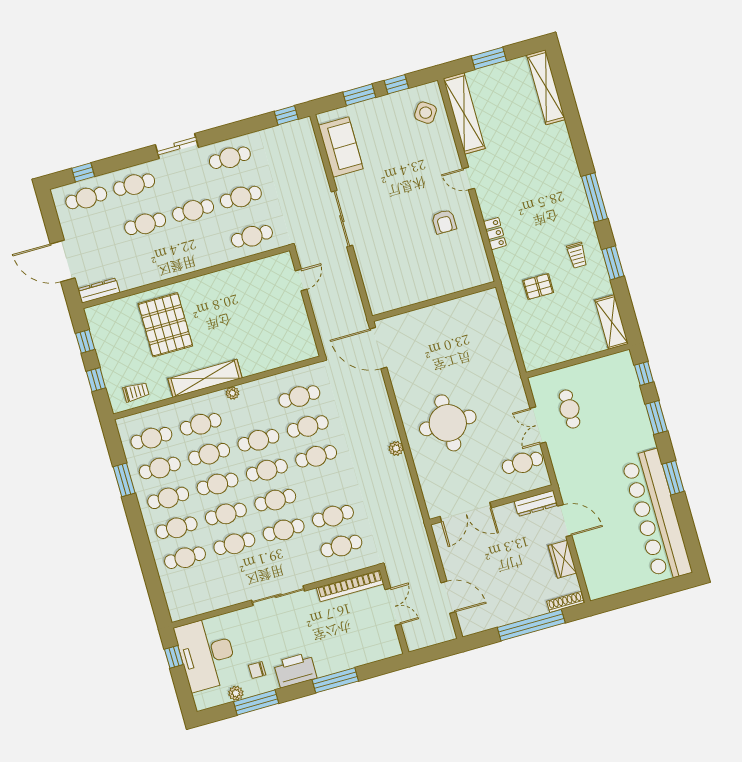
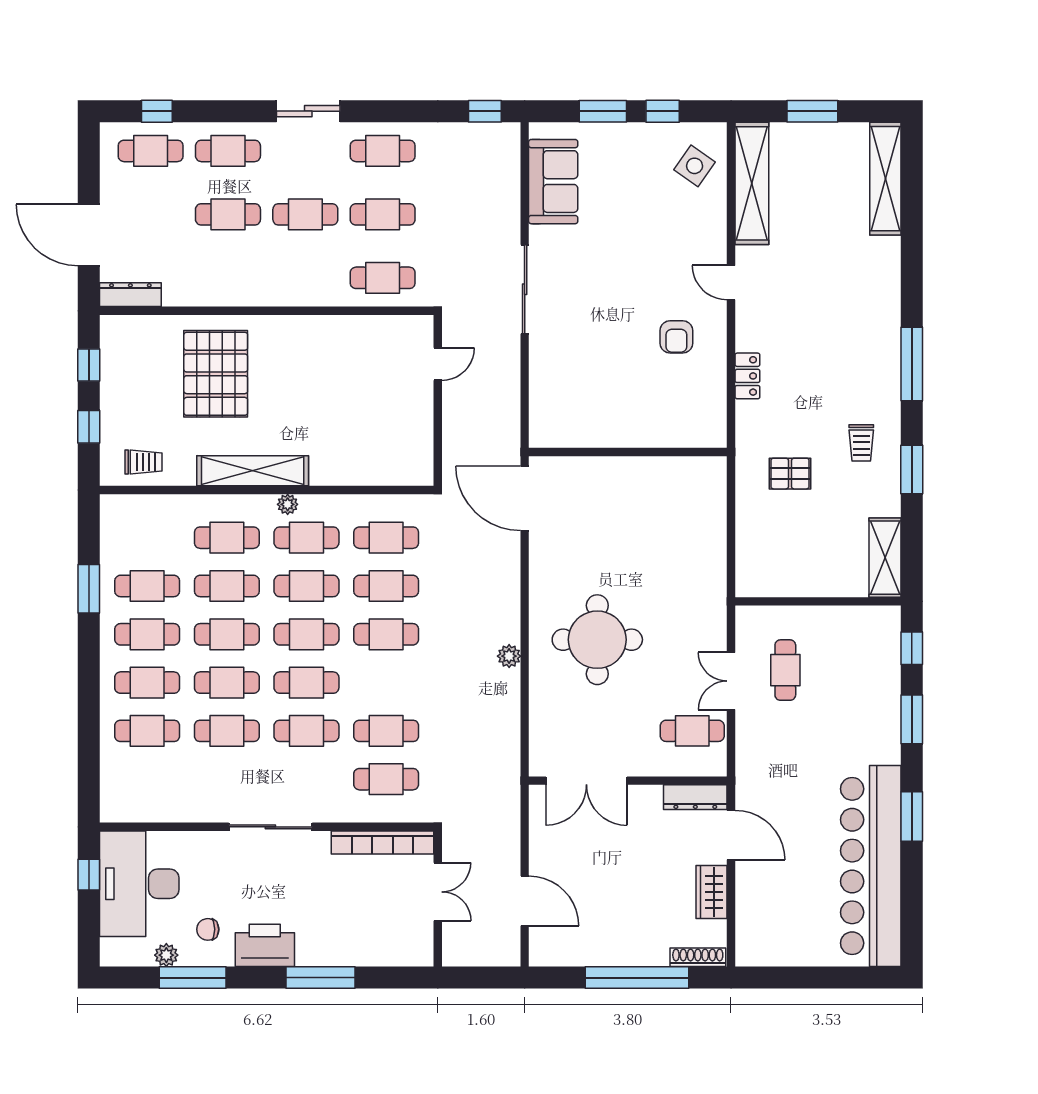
cafe table: (151, 438) -> (306, 538), moved

